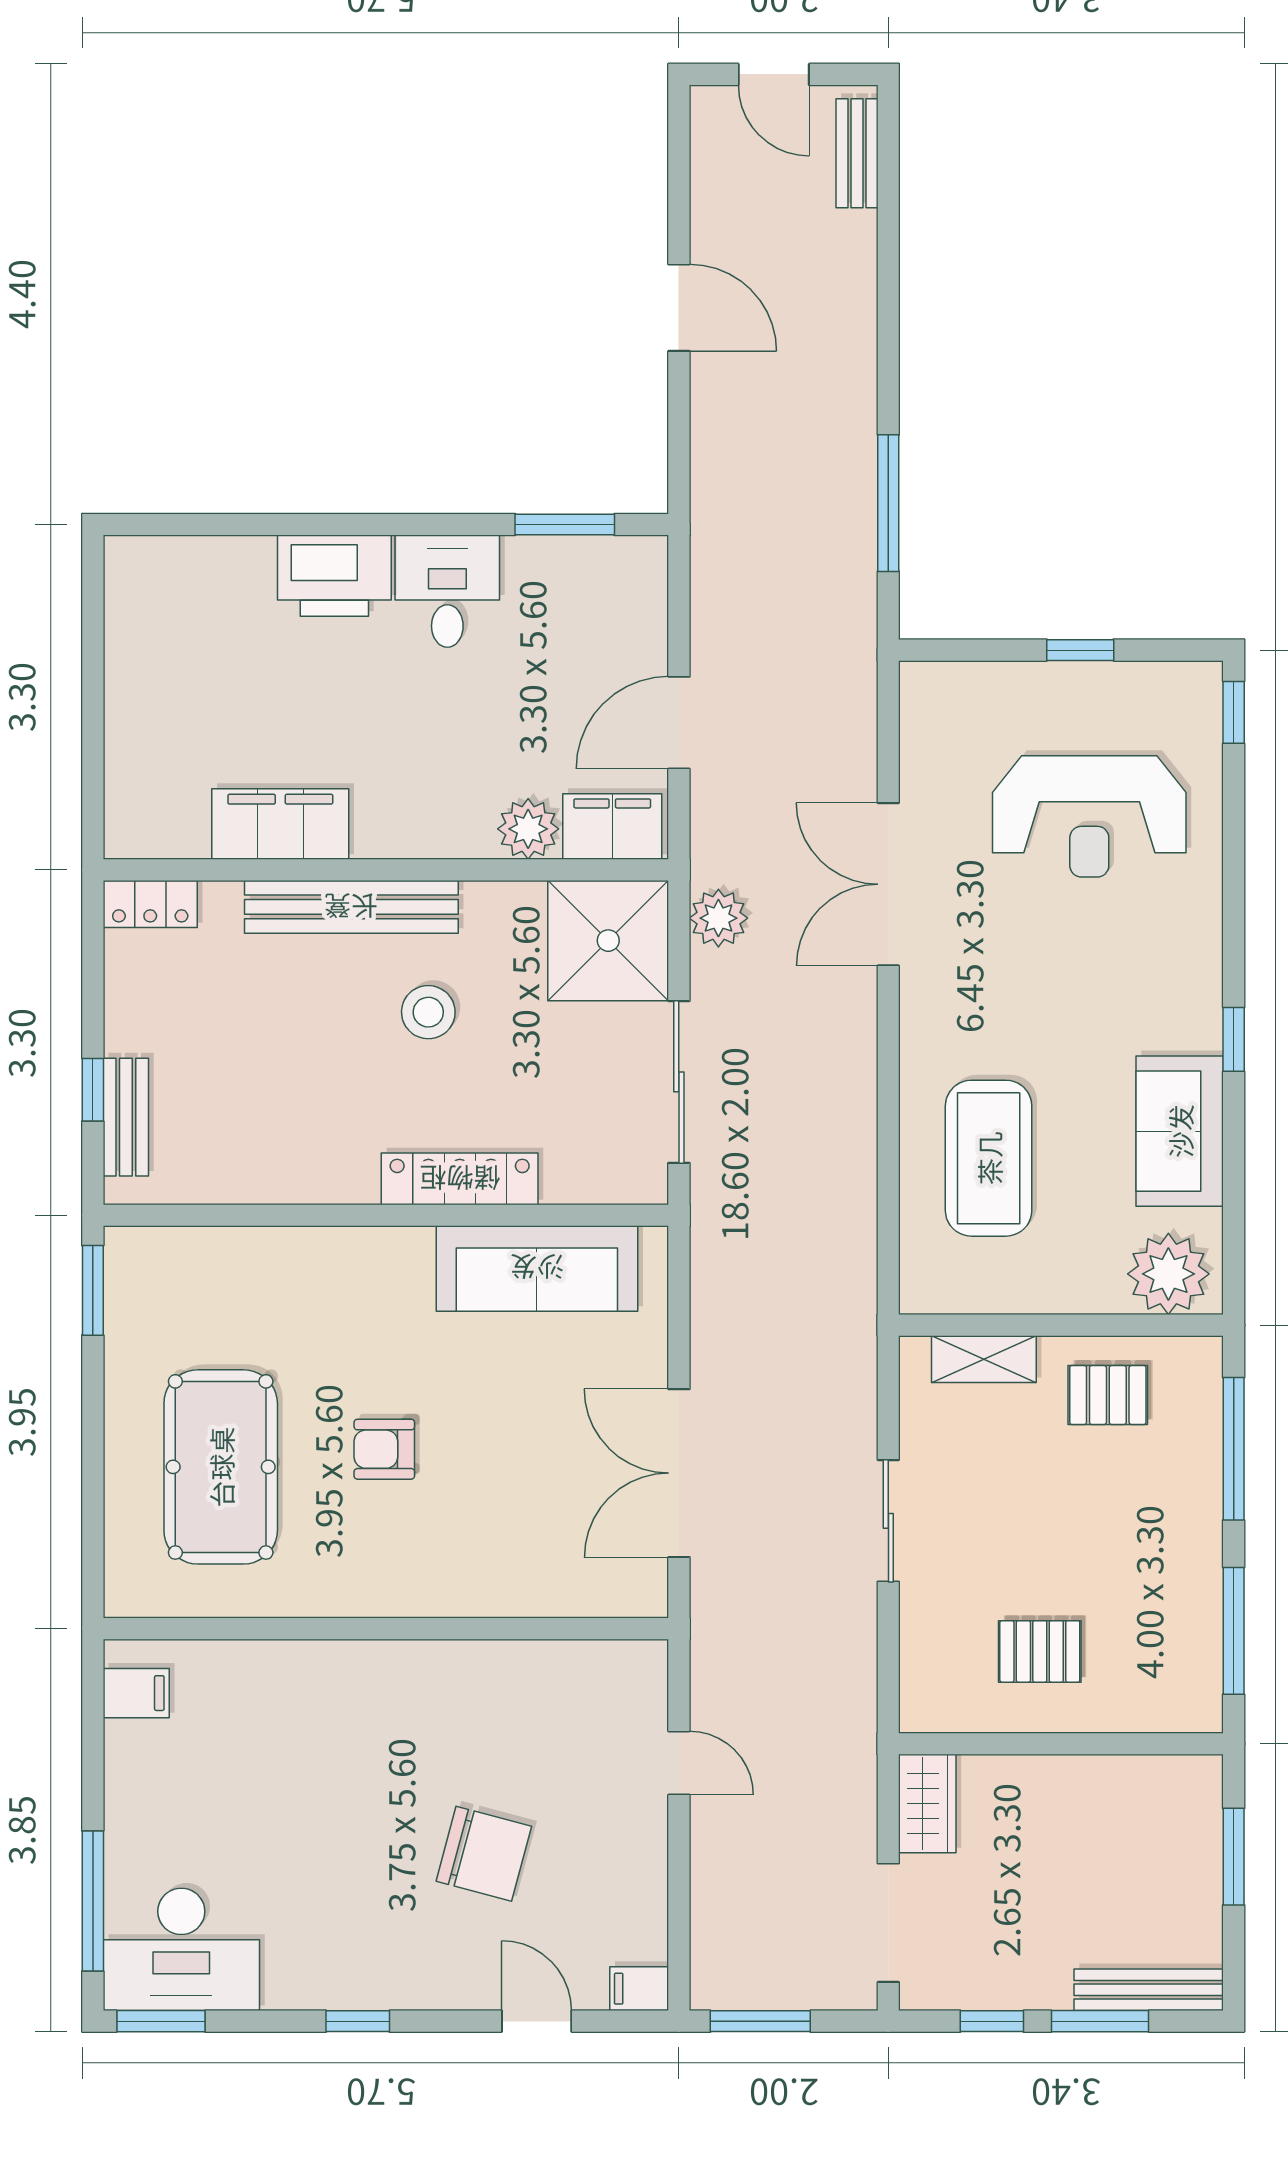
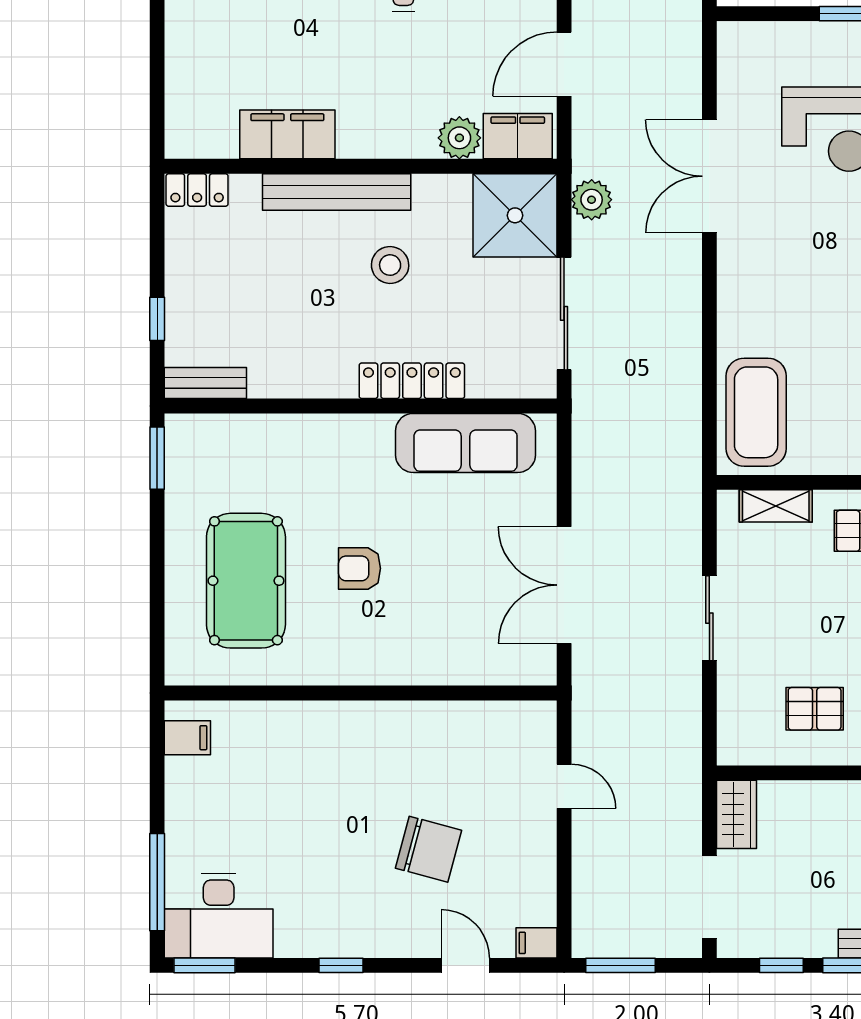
bench: (126, 1117) -> (205, 383), moved, turned 90
coffee table: (989, 1158) -> (756, 412), moved

